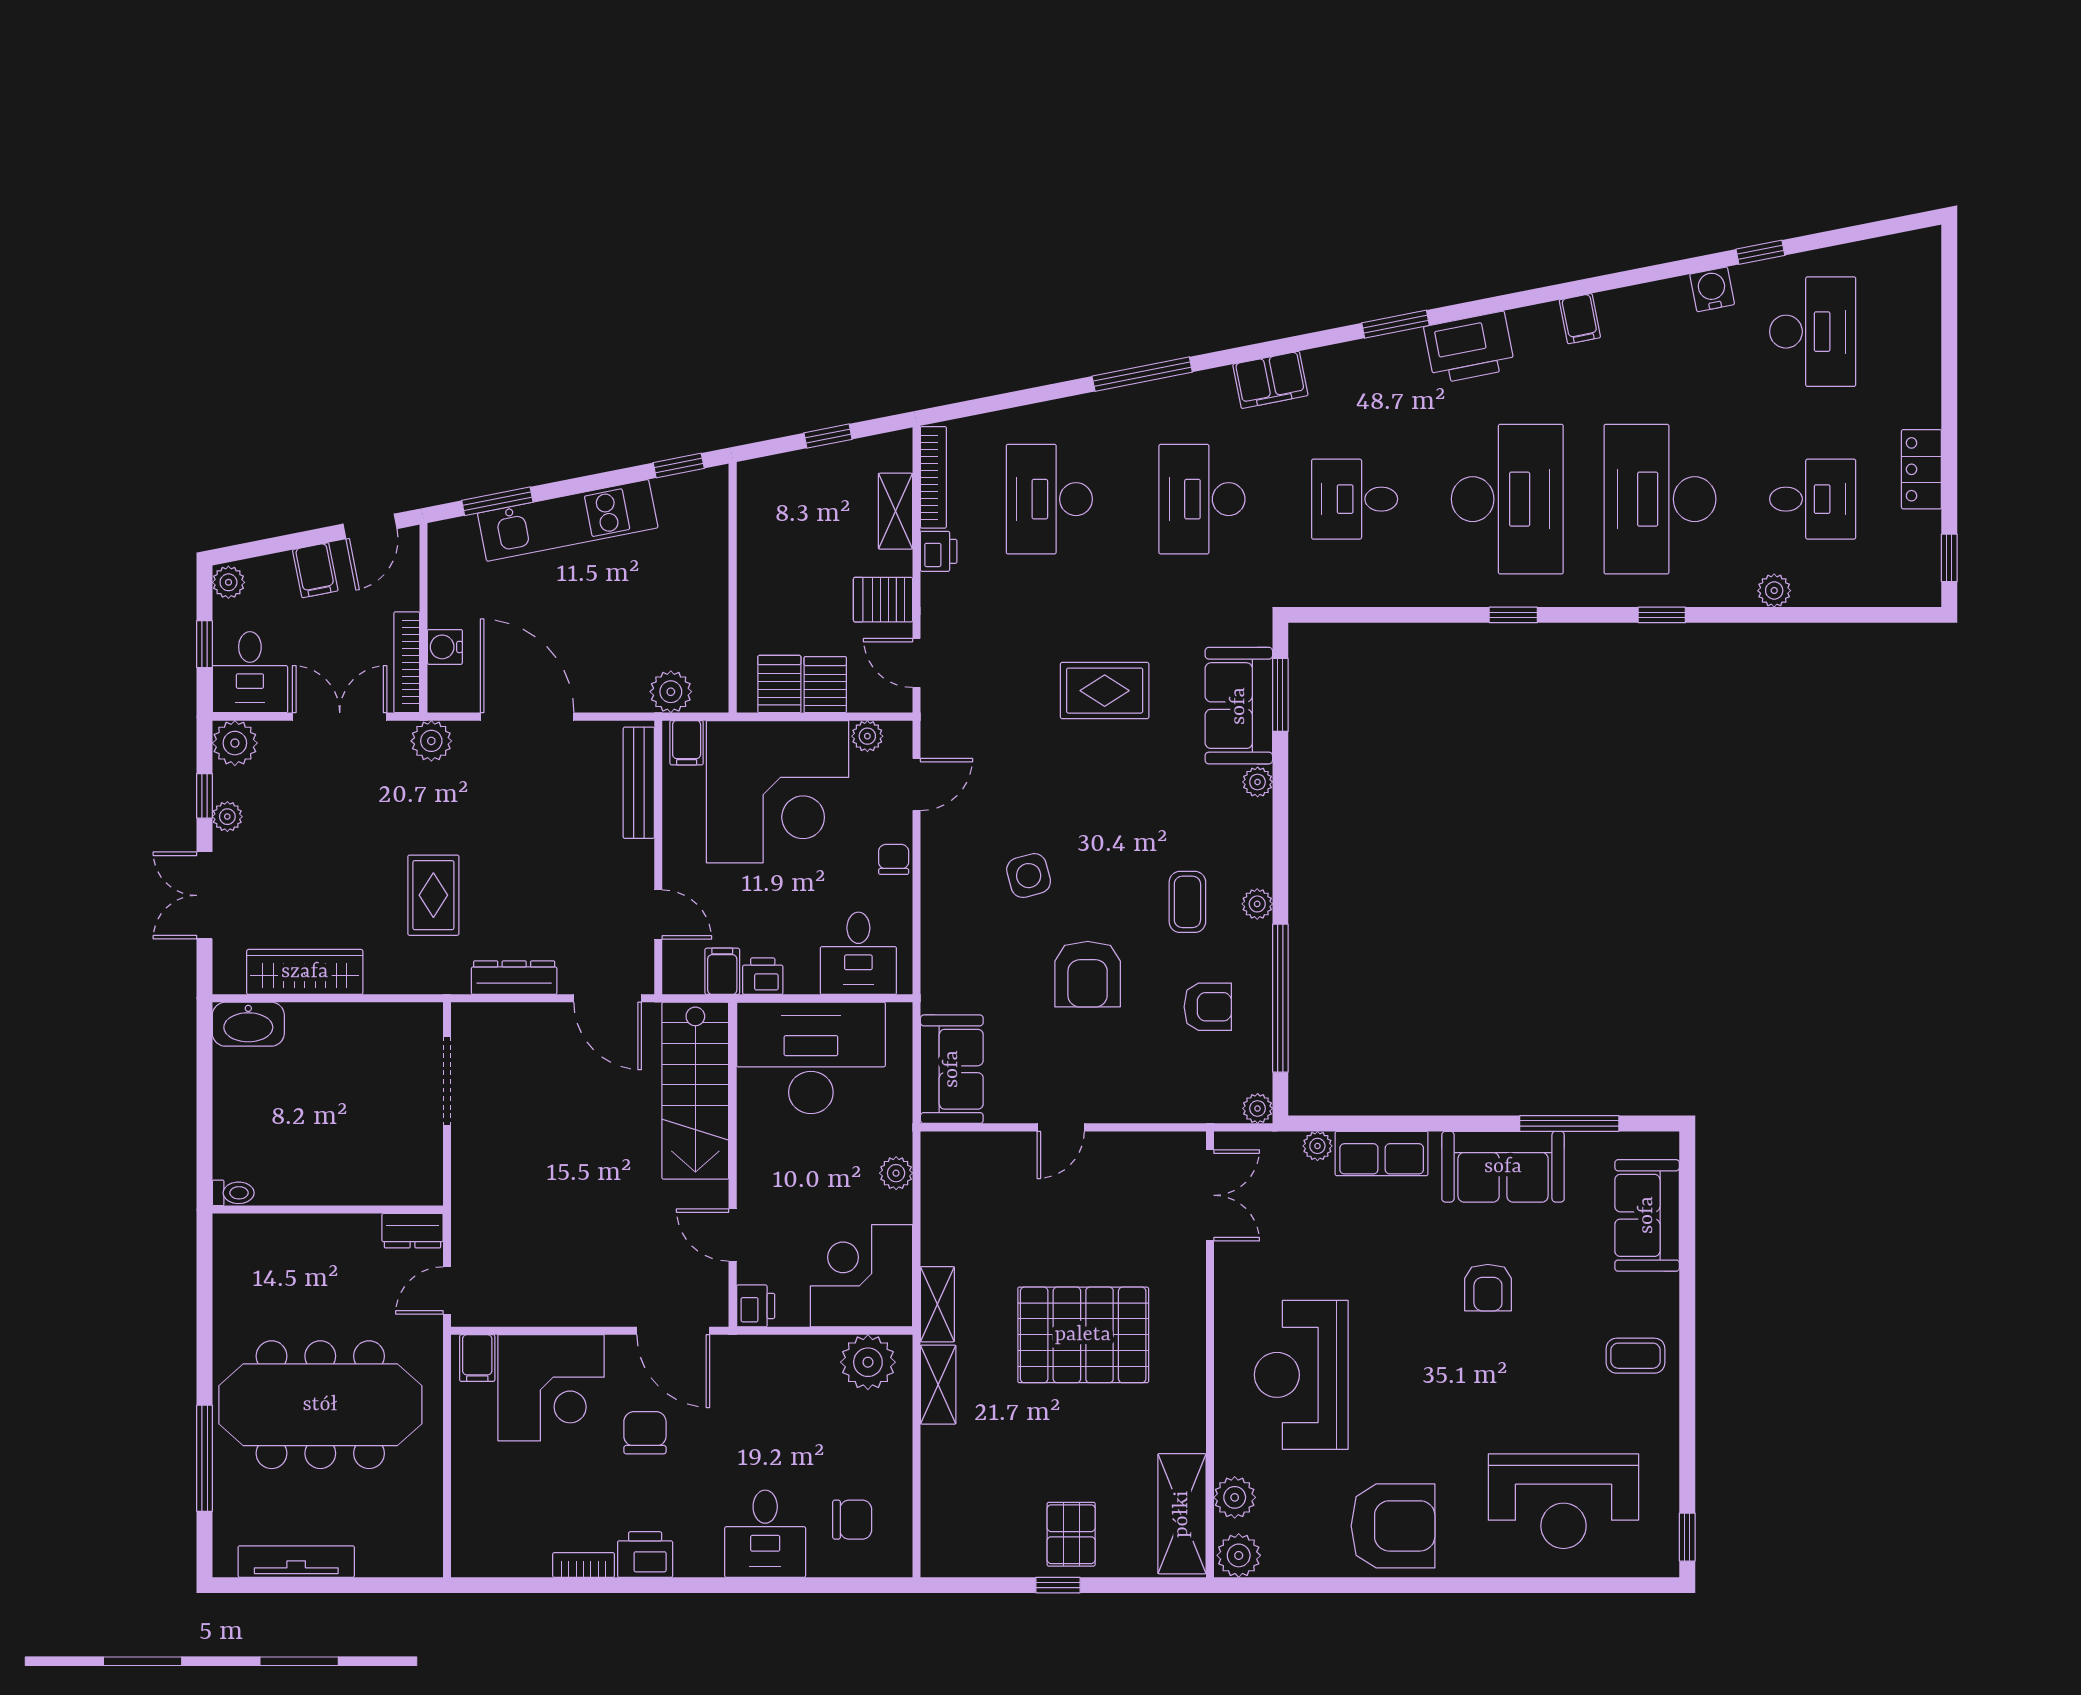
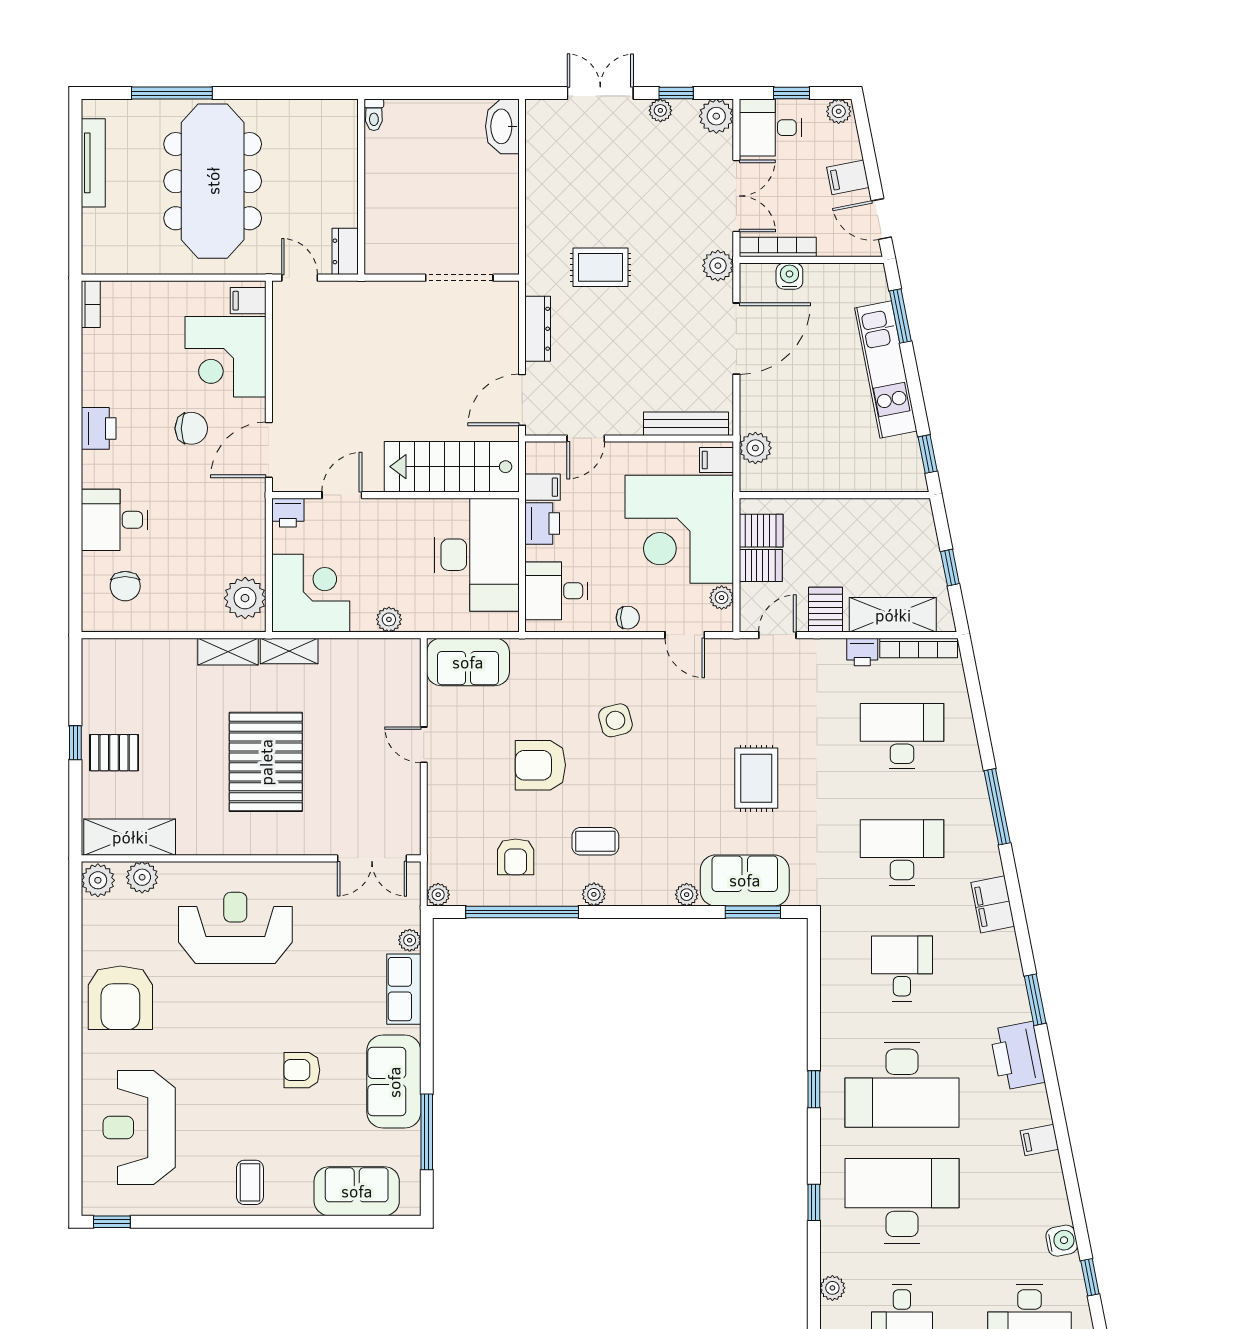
shelving: (896, 511) -> (893, 615), width x1.50, depth x1.33
wardrobe: (305, 972) -> (542, 169), removed
printer: (763, 976) -> (542, 524), width x1.36, depth x1.24
bookcase: (584, 1565) -> (91, 304), moved

